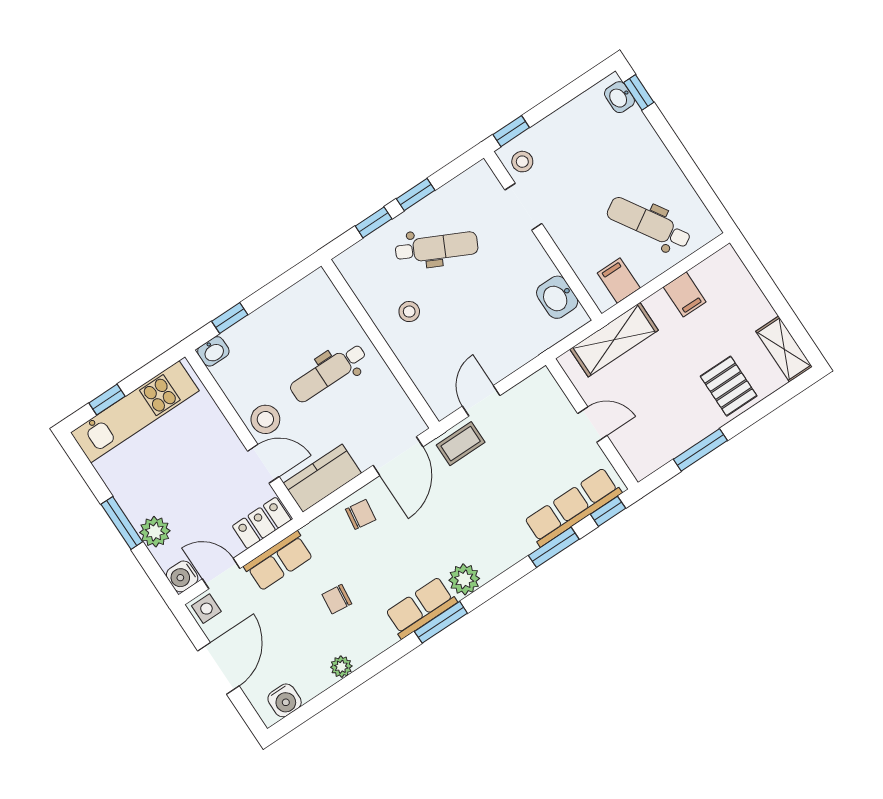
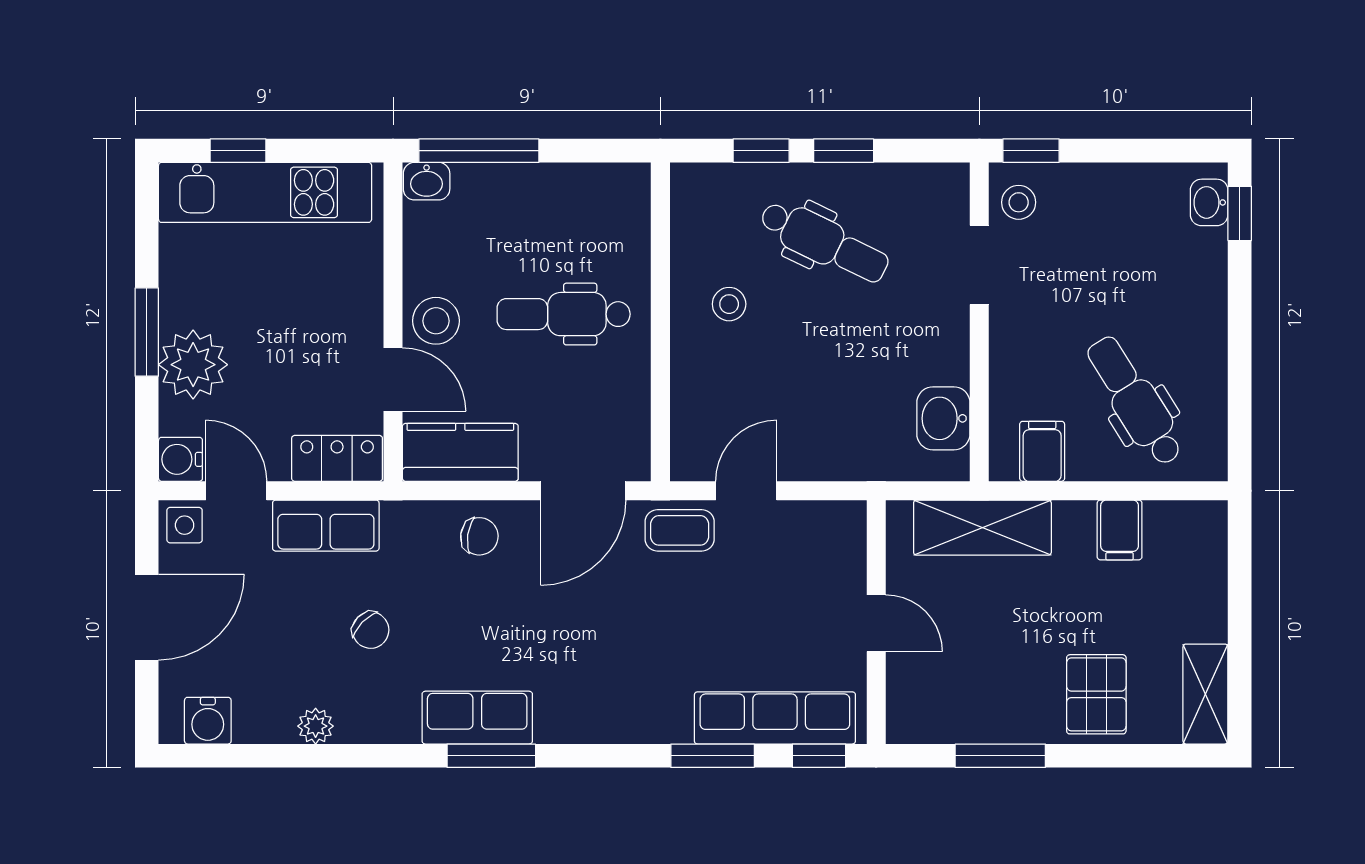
window: (230, 318) -> (479, 151), width x2.17
plant: (155, 532) -> (193, 365), width x1.36, depth x1.36
plant: (464, 579) -> (562, 718), removed
chair: (337, 599) -> (371, 630), turned -142

